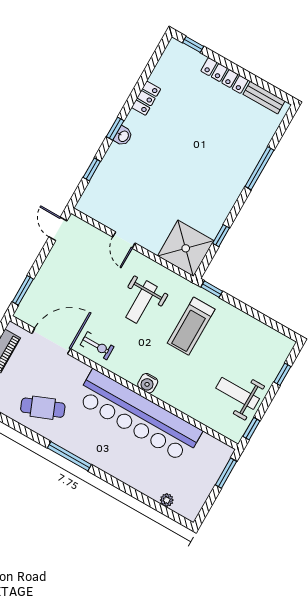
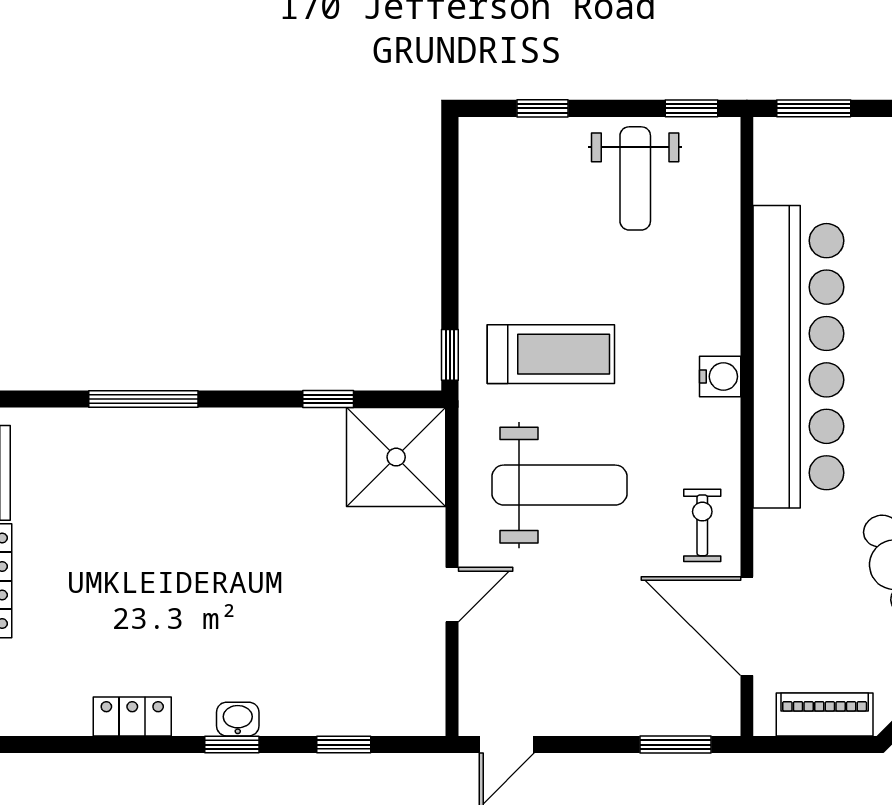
weight bench: (142, 302) -> (559, 485), width x1.36, depth x1.33

